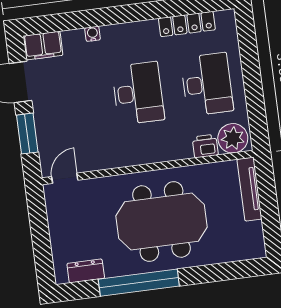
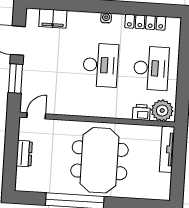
water cooler: (93, 34) -> (106, 18), moved
filing cabinet: (43, 46) -> (53, 19), moved
meeting table: (161, 221) -> (99, 160), turned 90
dresser: (86, 271) -> (24, 154), moved, turned 90

